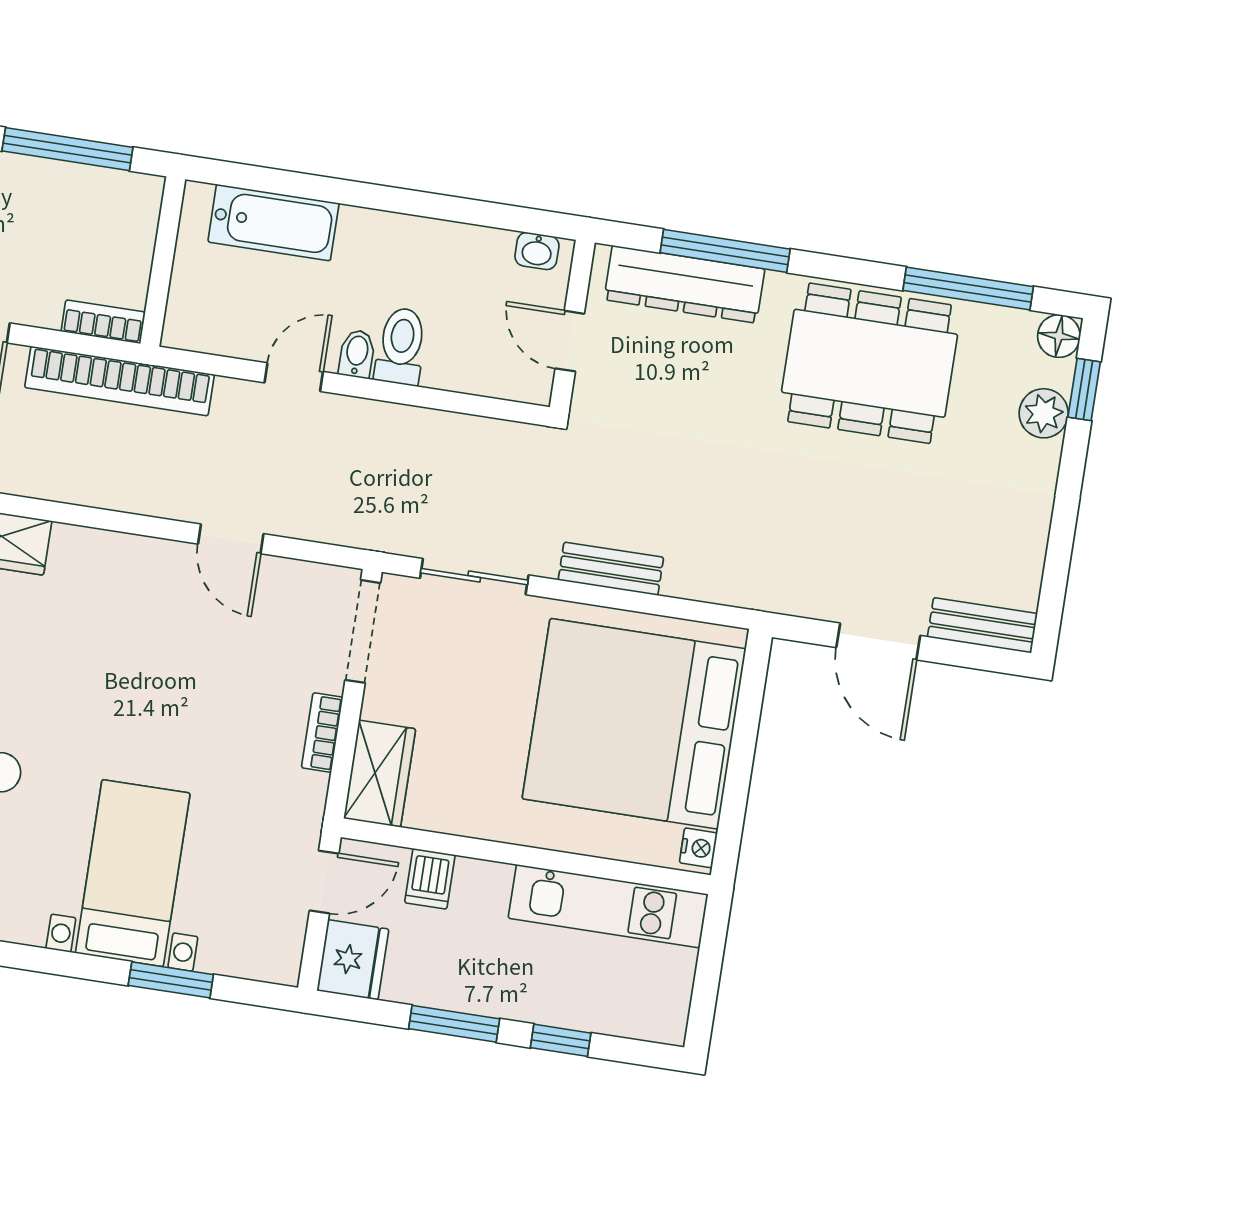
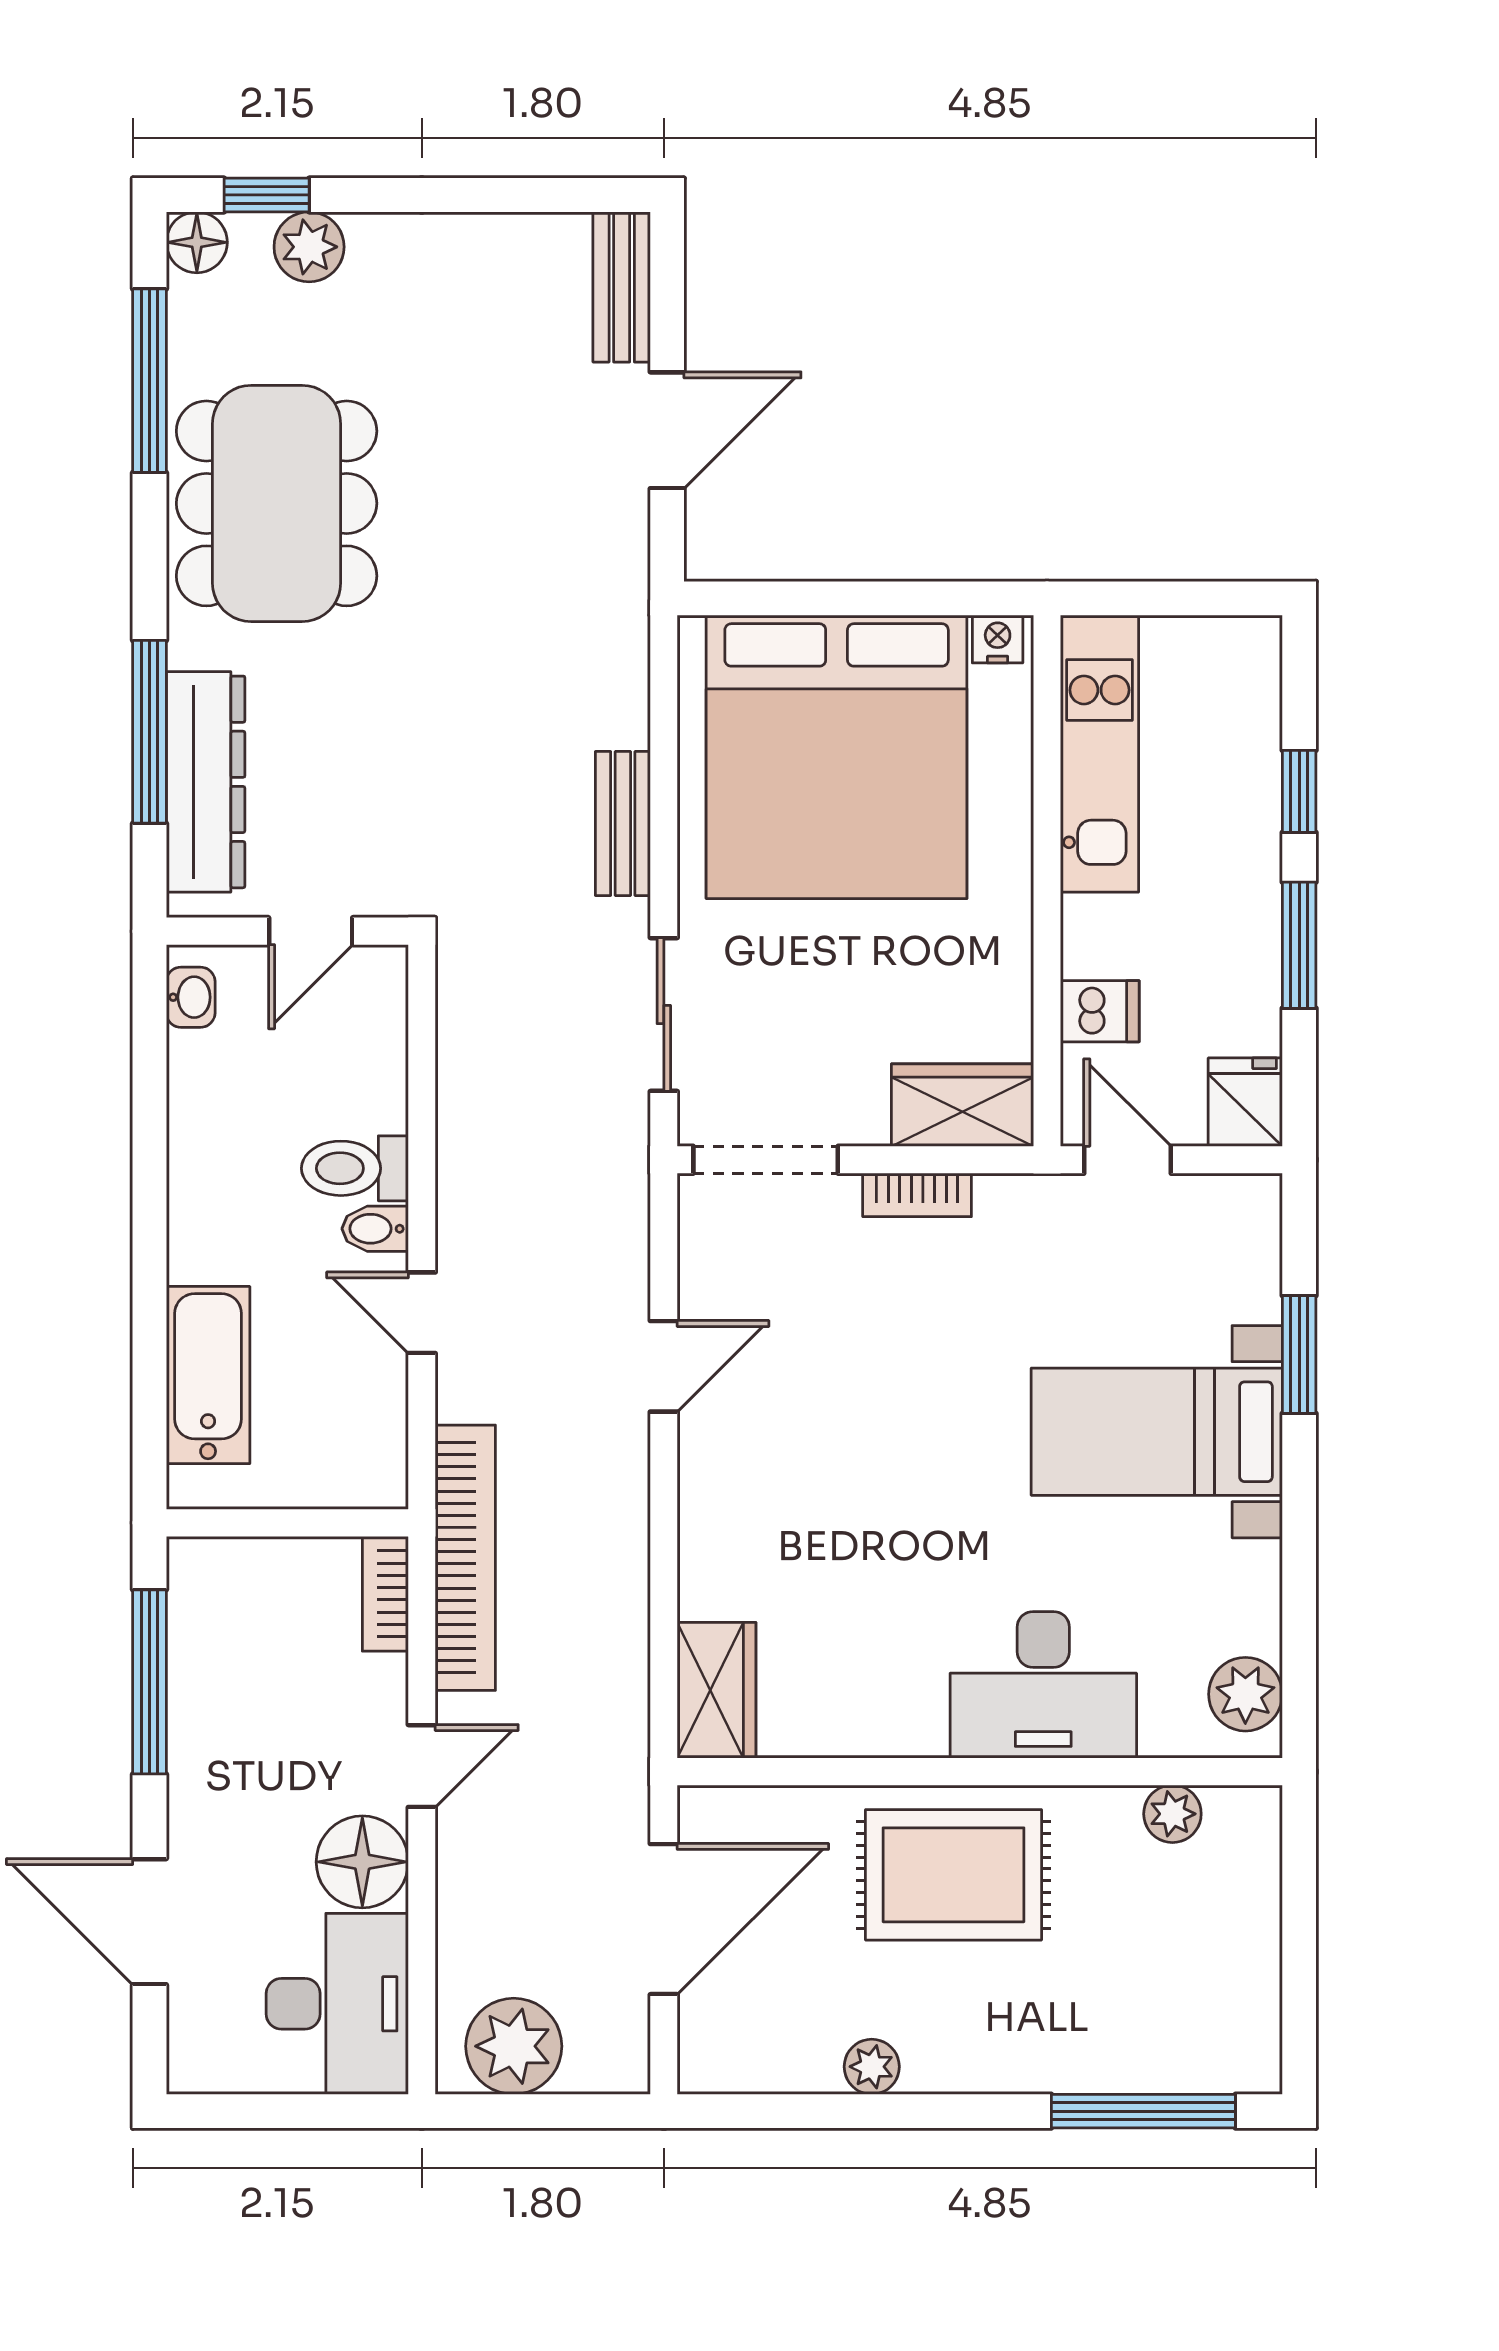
fridge: (353, 960) -> (1245, 1102), width x0.72

